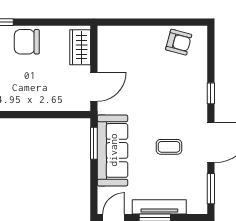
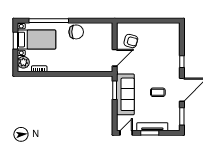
chair: (27, 42) -> (76, 32), turned 180
armchair: (179, 42) -> (131, 41), moved
wardrobe: (80, 47) -> (107, 35), removed

